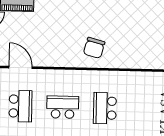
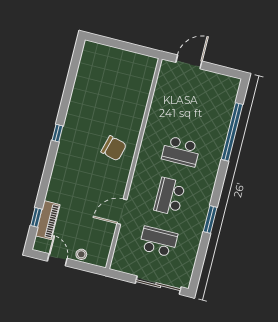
door: (21, 67) -> (122, 212), moved

